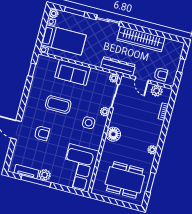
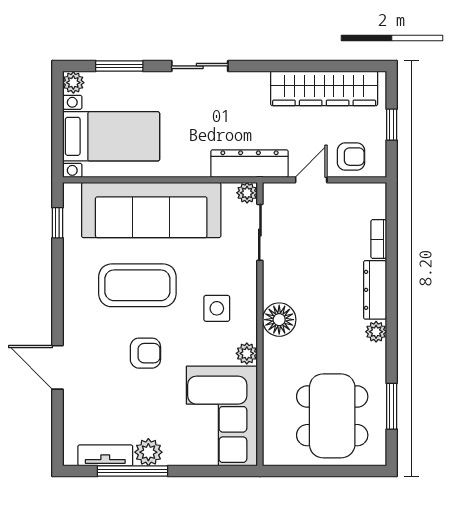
wardrobe: (141, 39) -> (324, 88), moved
sofa: (73, 72) -> (151, 210), width x1.85, depth x1.27
door: (142, 80) -> (311, 180), swing flipped
plant: (157, 91) -> (351, 196), removed
coffee table: (58, 105) -> (137, 285), width x1.36, depth x1.32
plant: (105, 112) -> (247, 353), moved
dresser: (156, 132) -> (375, 290), added
armchair: (42, 133) -> (145, 353), moved
dining table: (125, 180) -> (332, 416), turned 90

